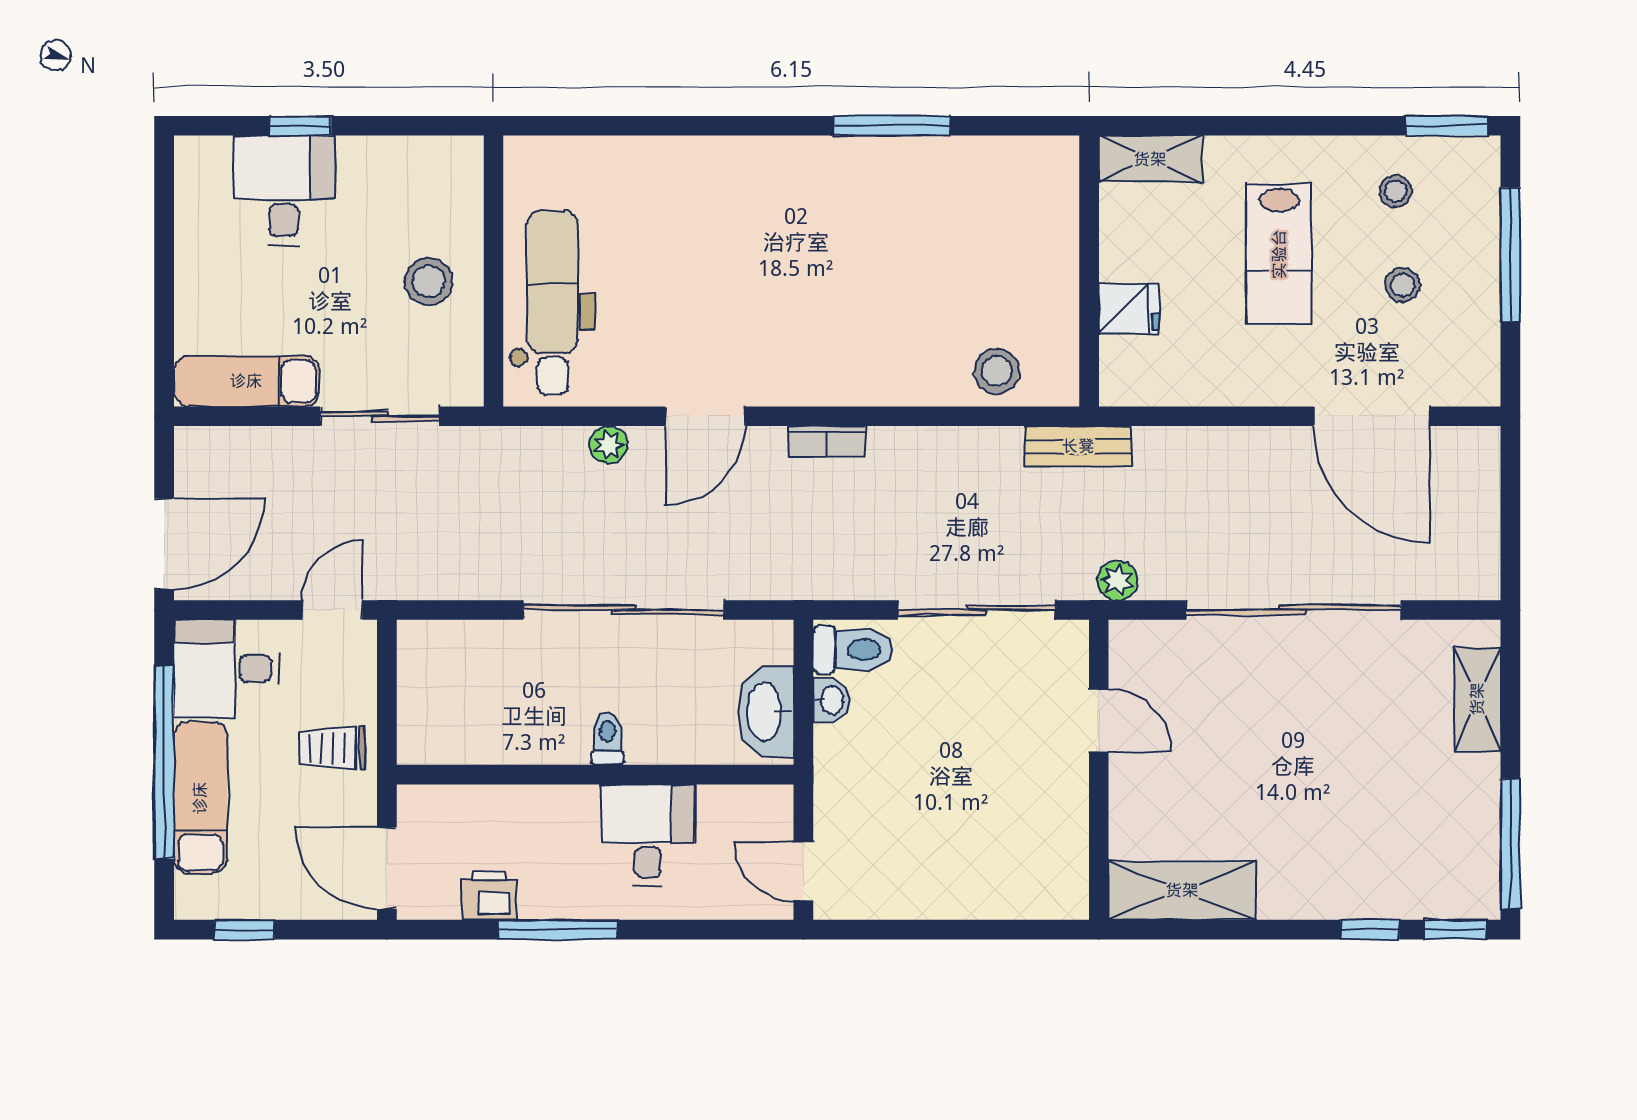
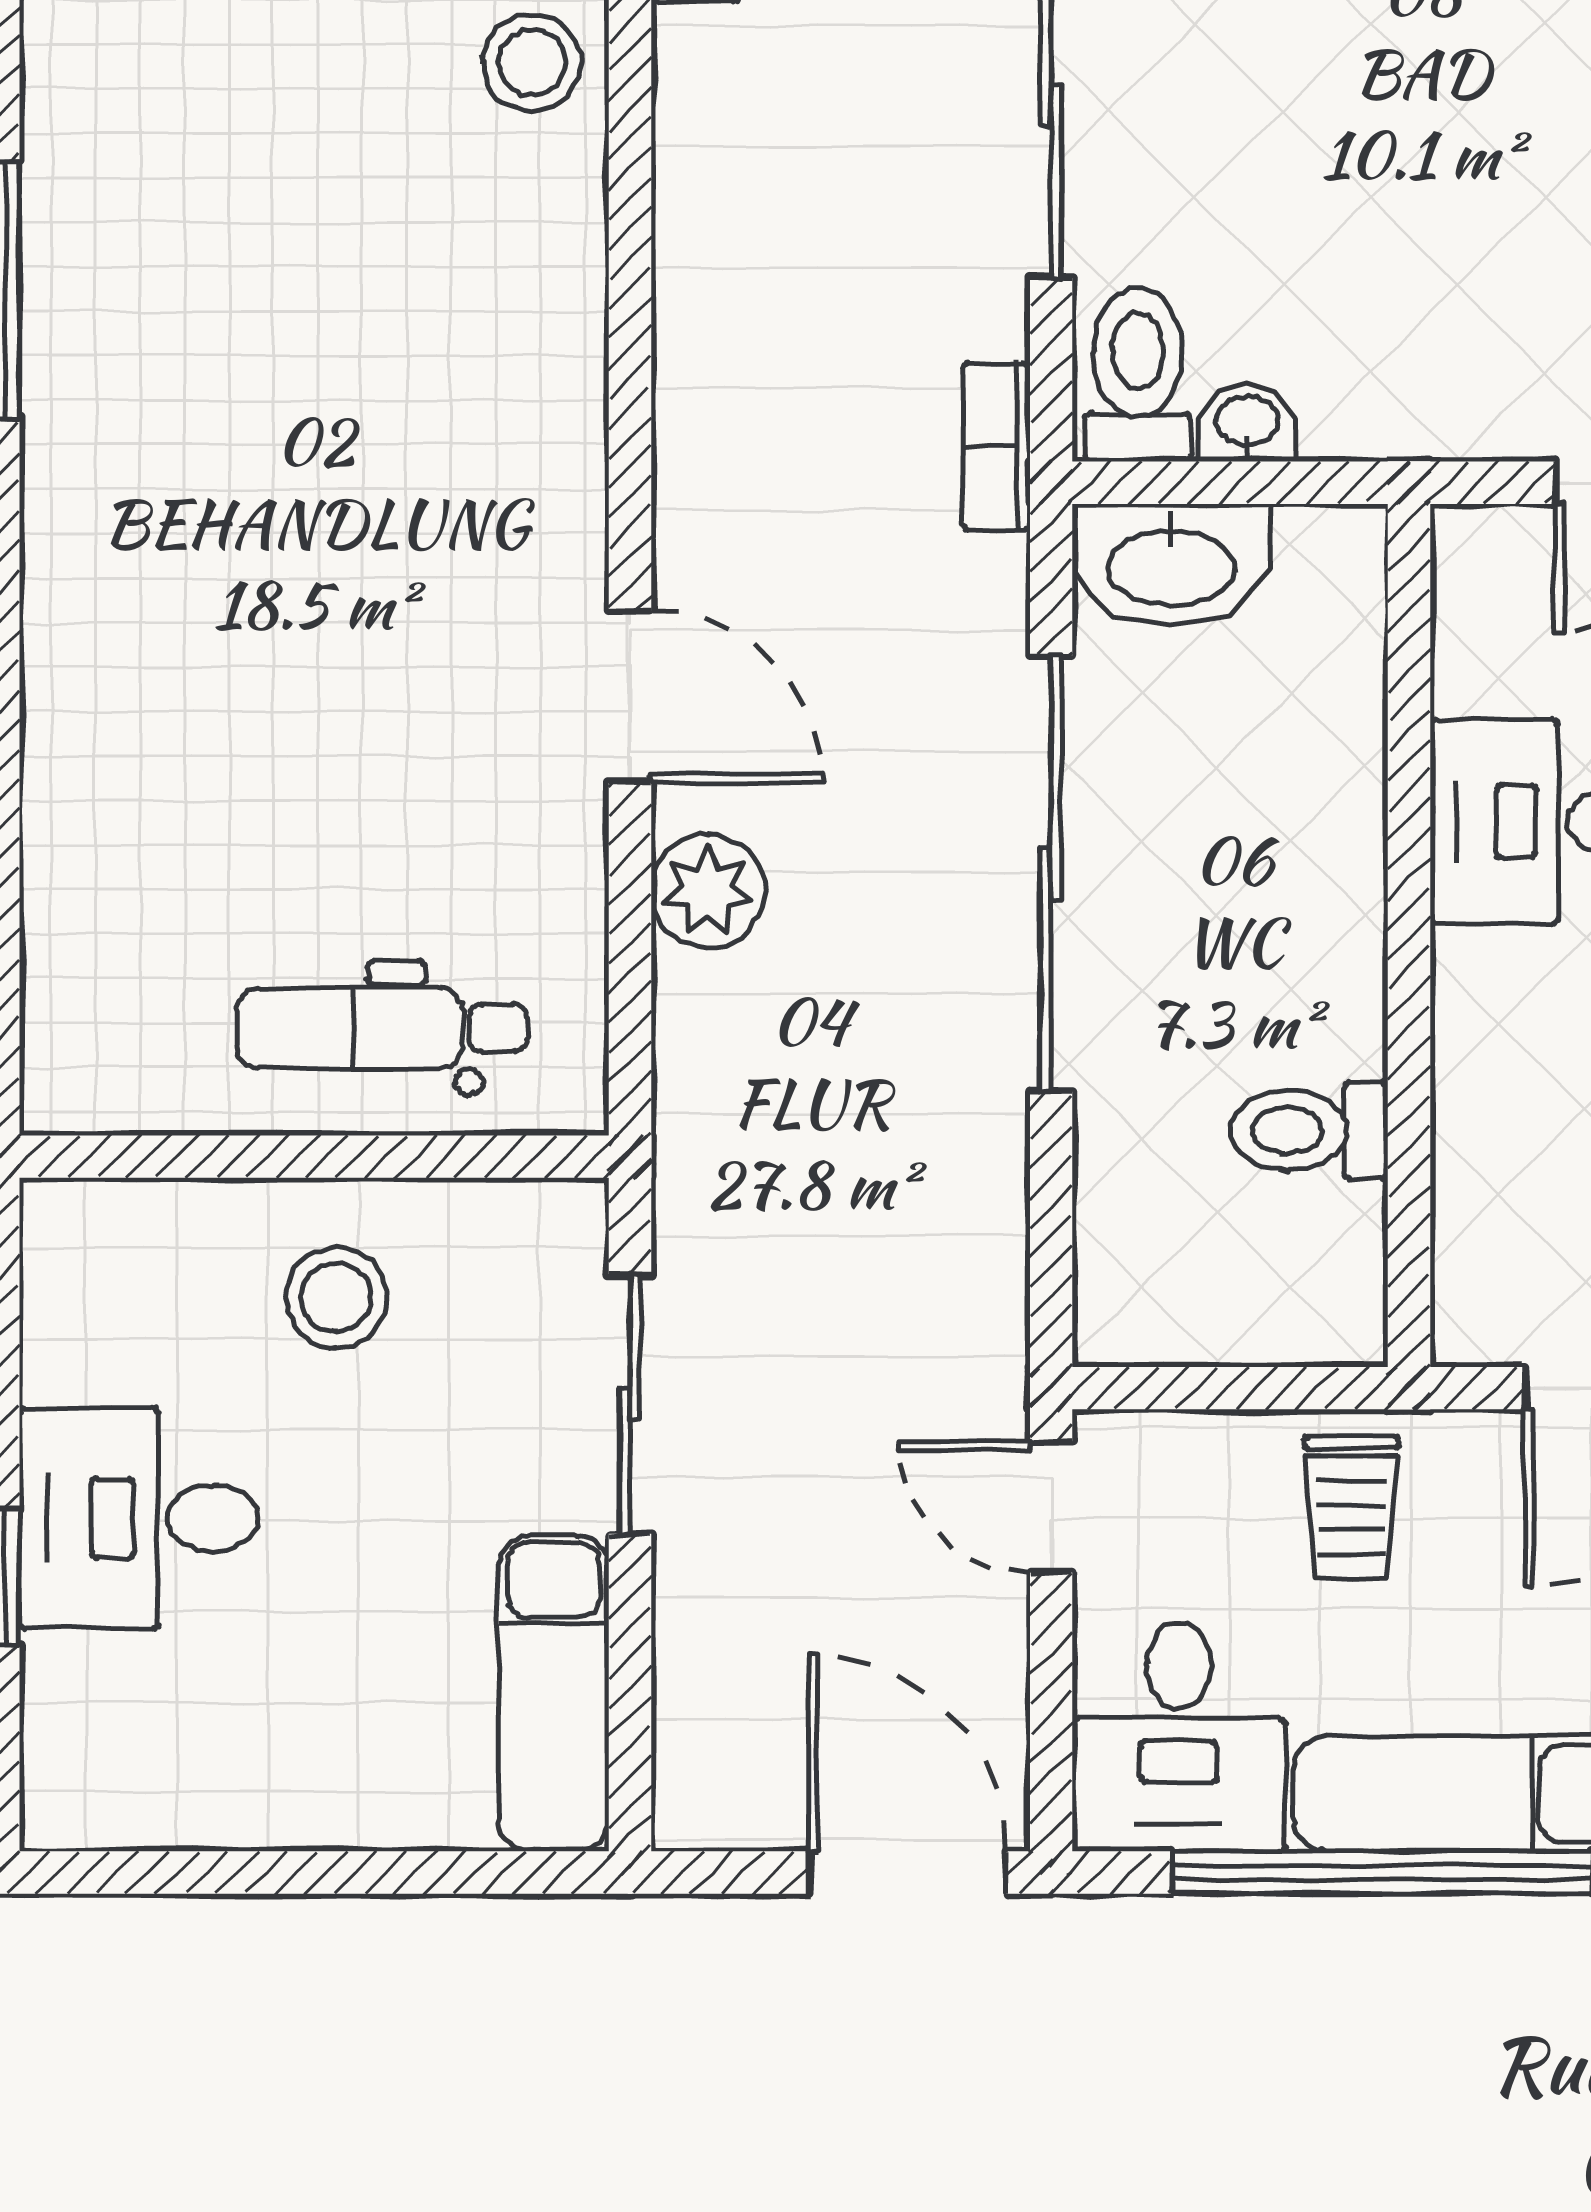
desk: (284, 190) -> (139, 1518), moved
dental chair: (553, 302) -> (382, 1028), width x0.73, depth x0.72
bookcase: (827, 441) -> (997, 446), moved, turned 180
plant: (609, 445) -> (708, 891), width x1.38, depth x1.38
washbasin: (766, 711) -> (1171, 564), moved
toilet: (607, 739) -> (1309, 1130), moved, width x1.37, depth x1.39

